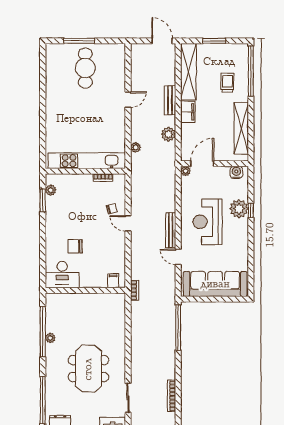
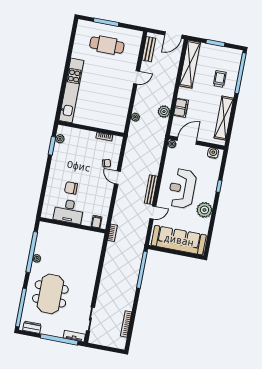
door: (162, 41) -> (173, 35), swing flipped
cafe table: (85, 68) -> (107, 45), turned 90
bench: (170, 100) -> (149, 49), moved
filing cabinet: (188, 112) -> (181, 108), moved
kitchen unit: (87, 161) -> (71, 90), moved, turned 90
plant: (239, 209) -> (204, 210), moved
door: (178, 257) -> (153, 212), swing flipped
desk: (62, 275) -> (69, 211), moved
meeting table: (88, 369) -> (50, 294), moved

